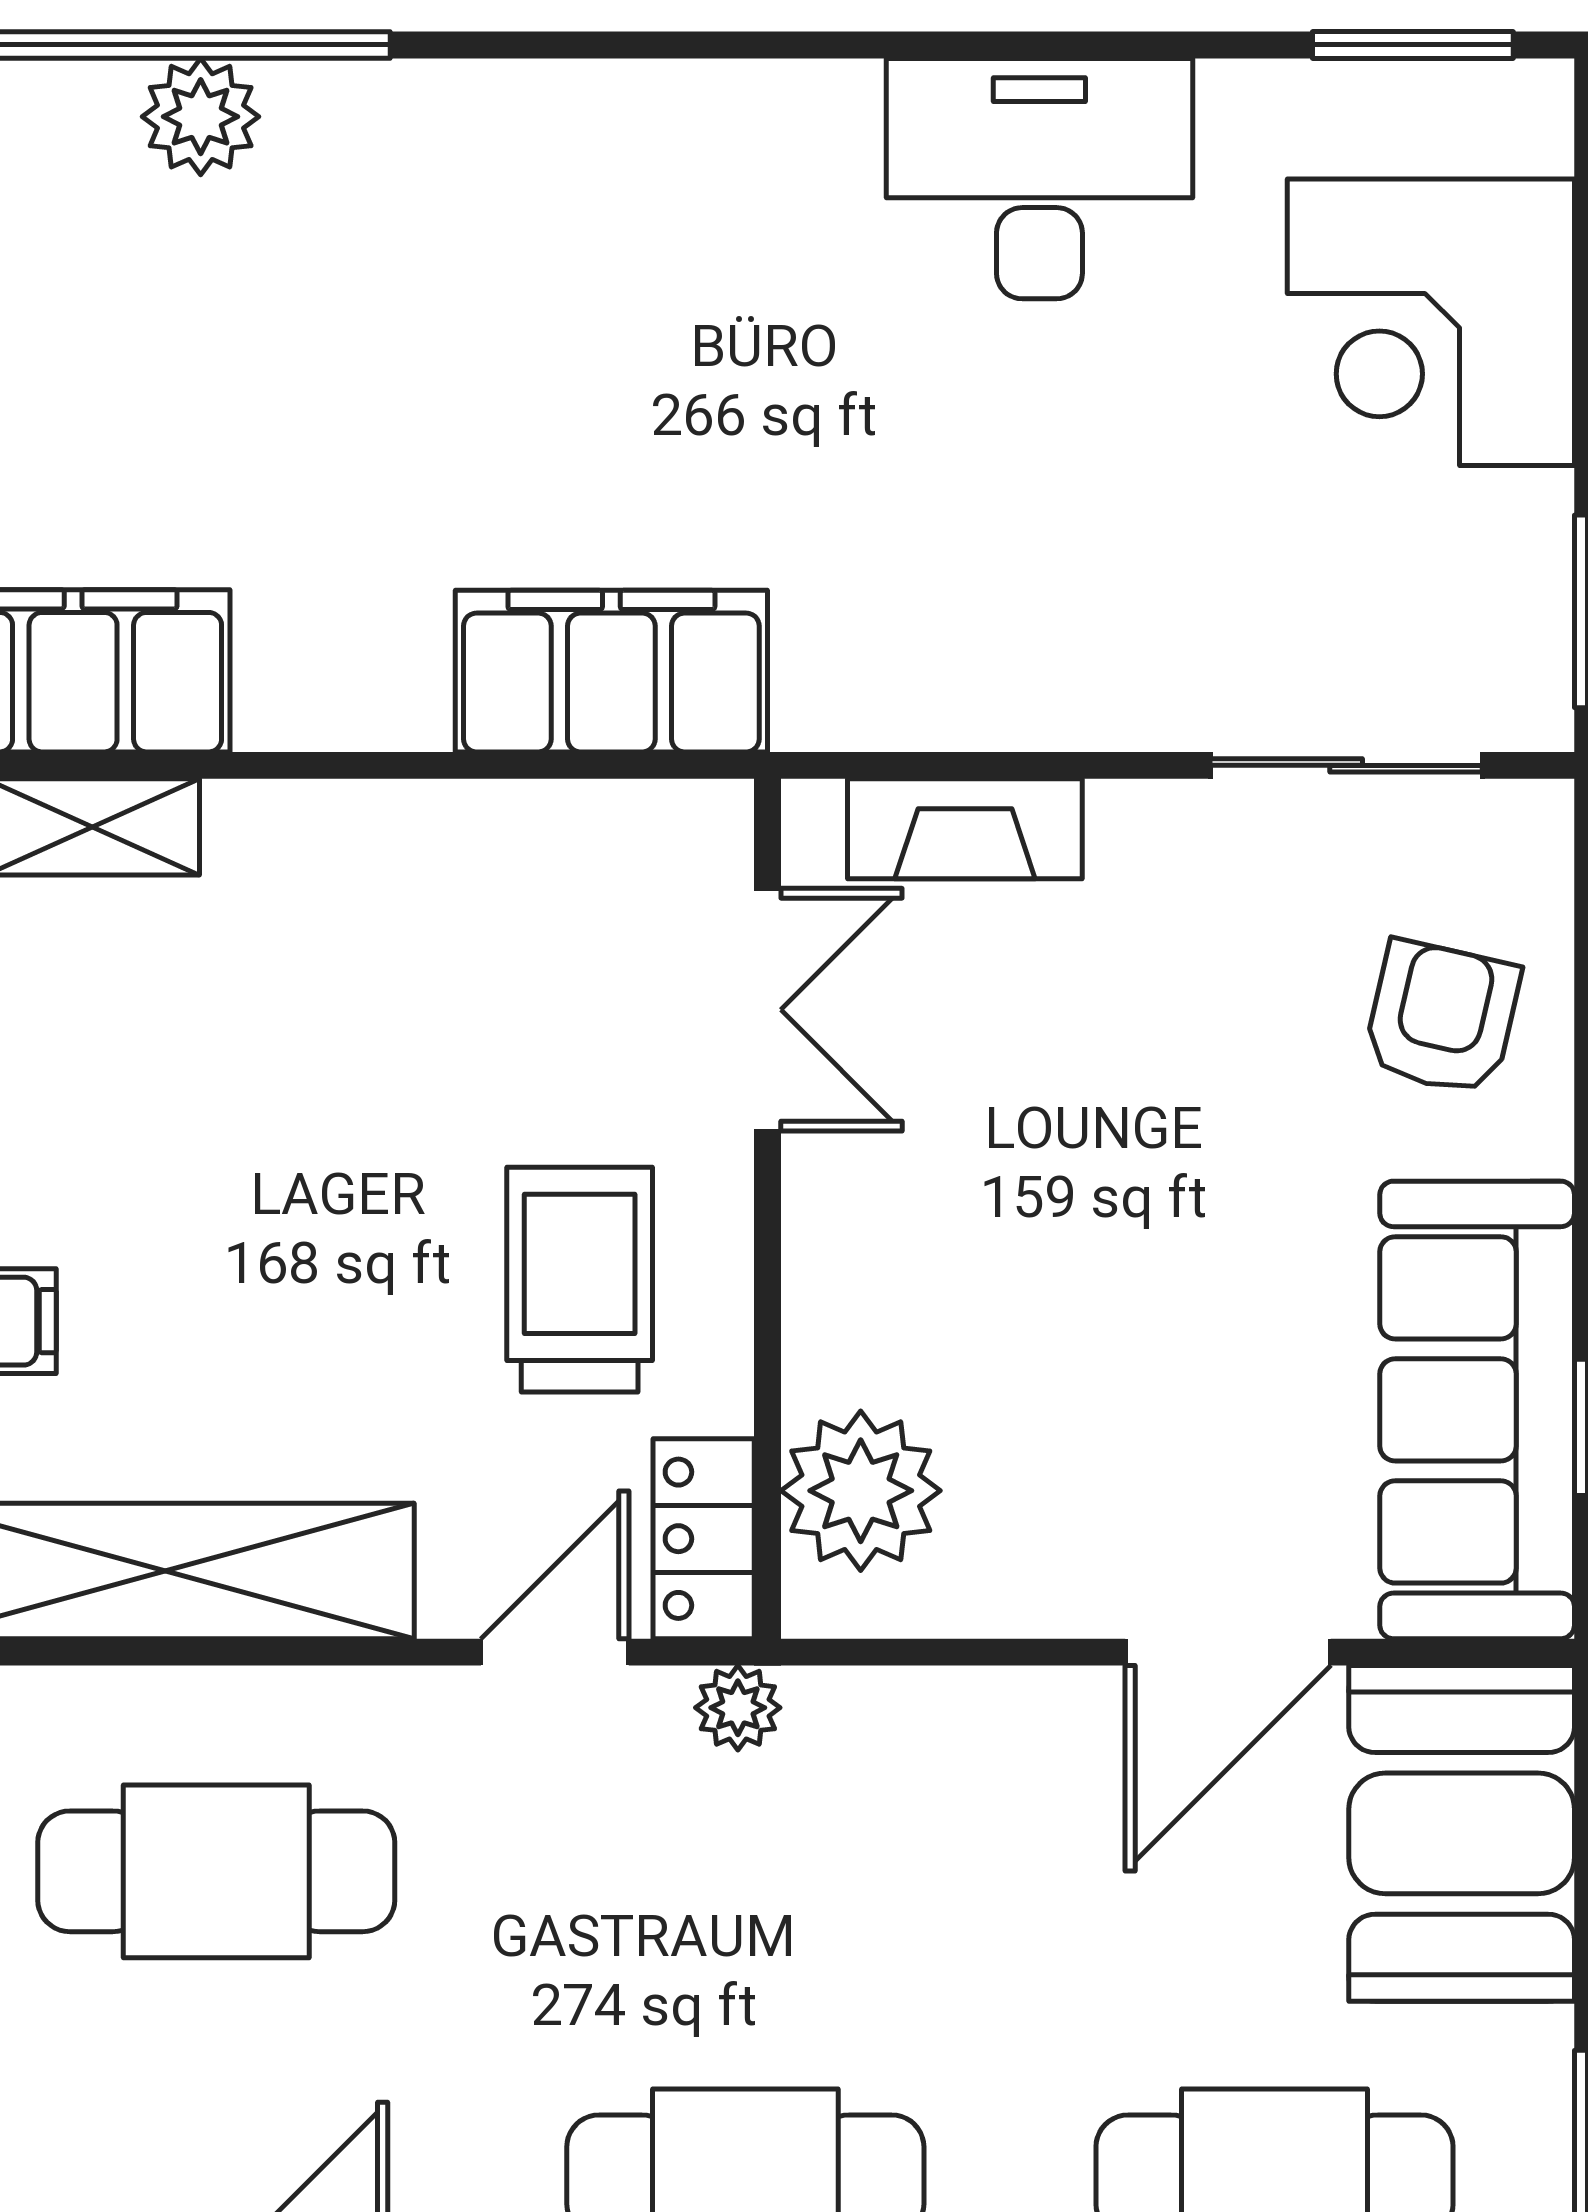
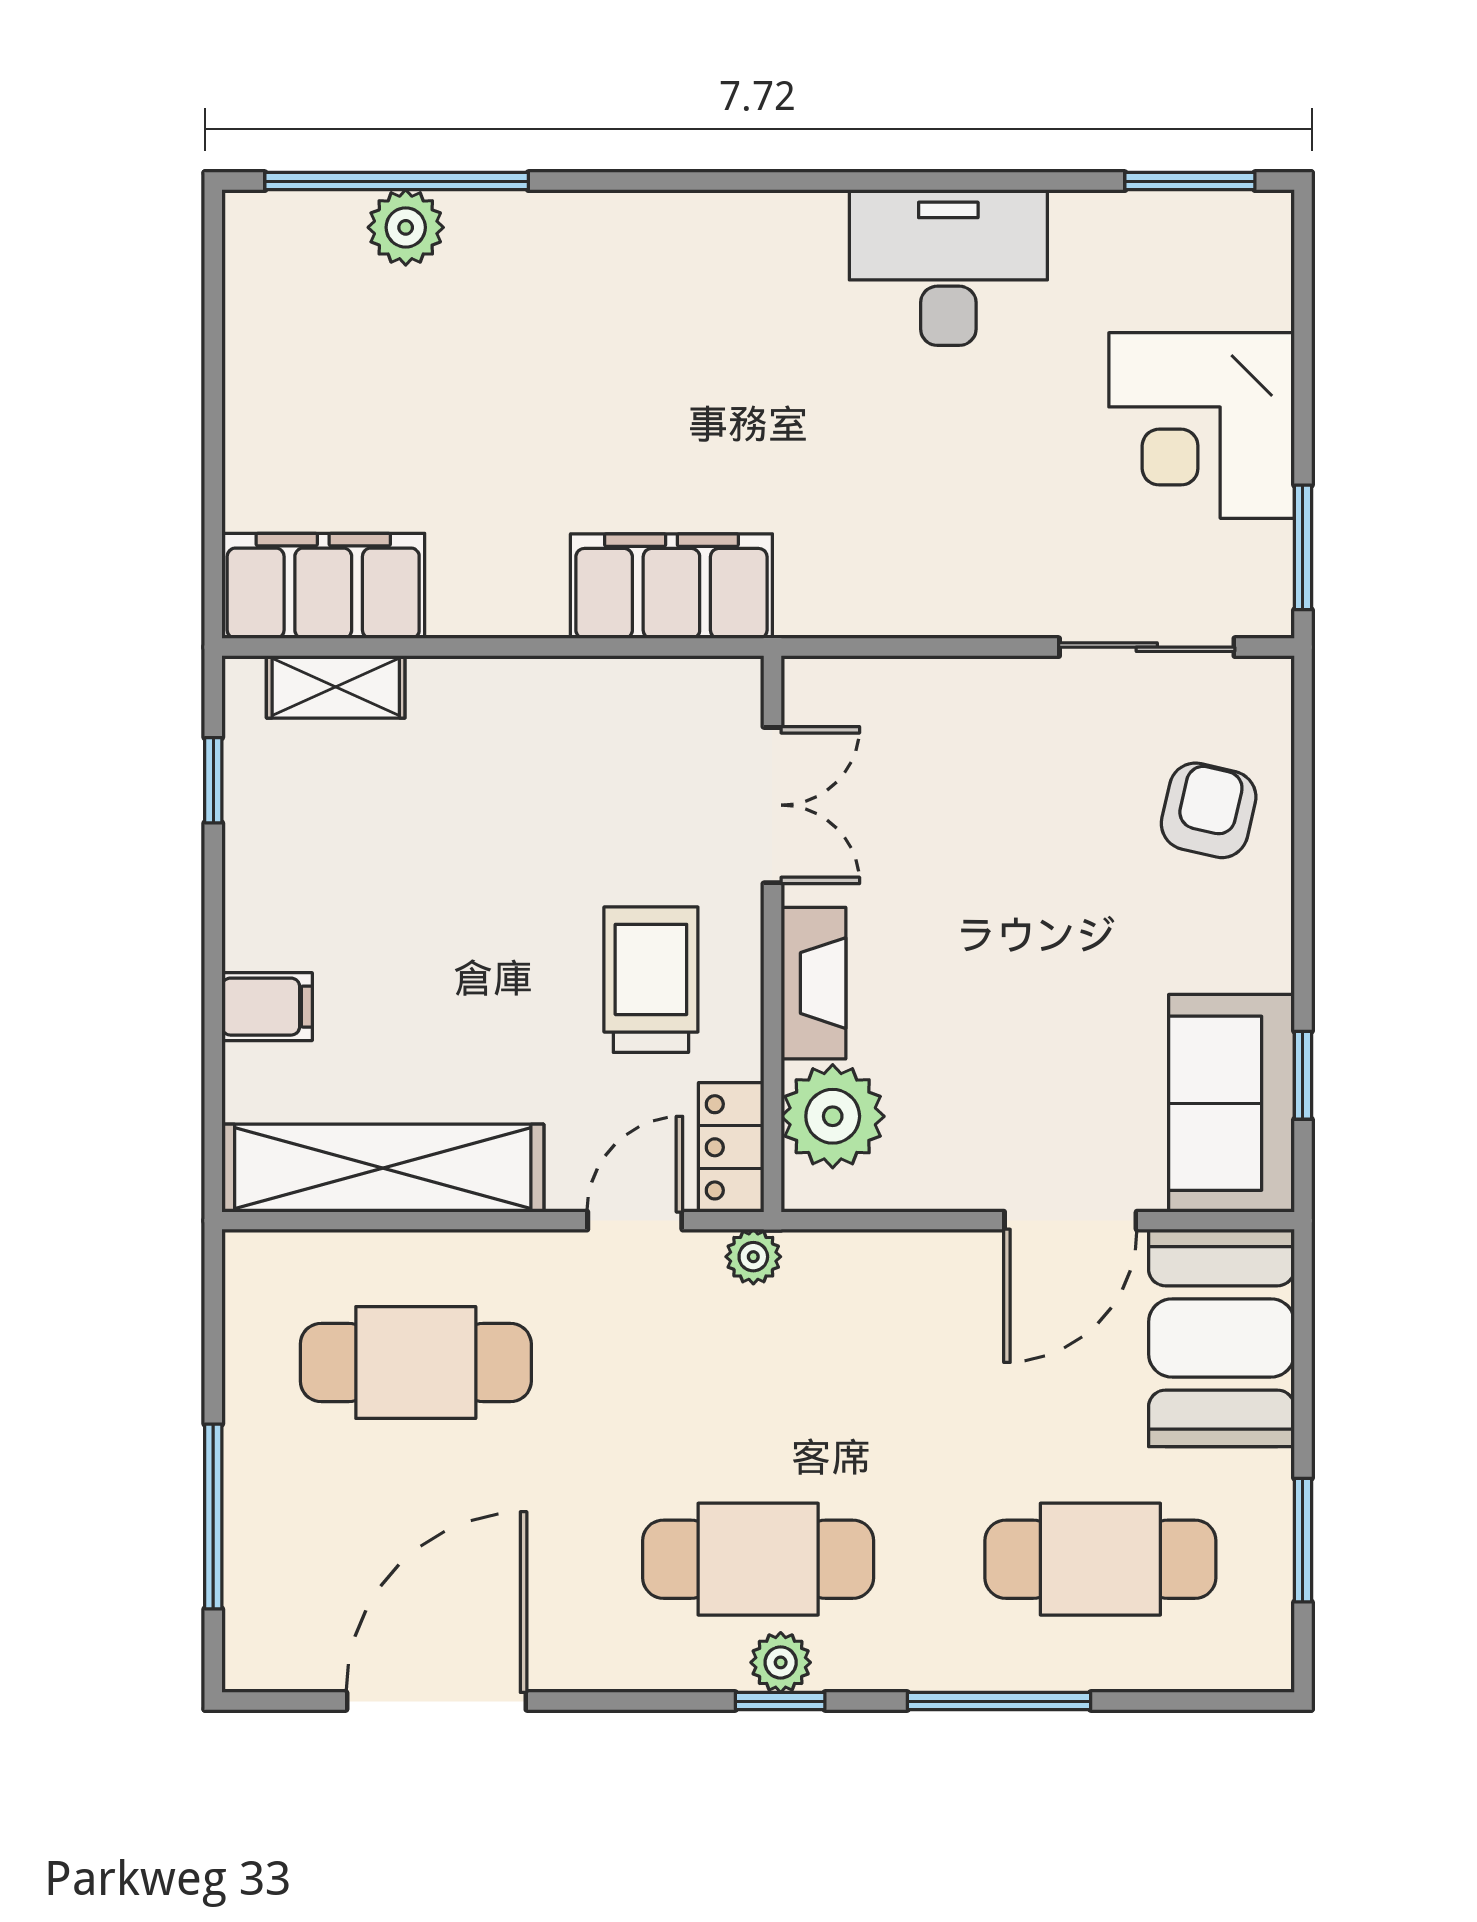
corner desk: (1431, 322) -> (1202, 426), moved
fireplace: (965, 829) -> (813, 983), moved, turned -90
sofa: (1477, 1410) -> (1231, 1103), width x0.73

